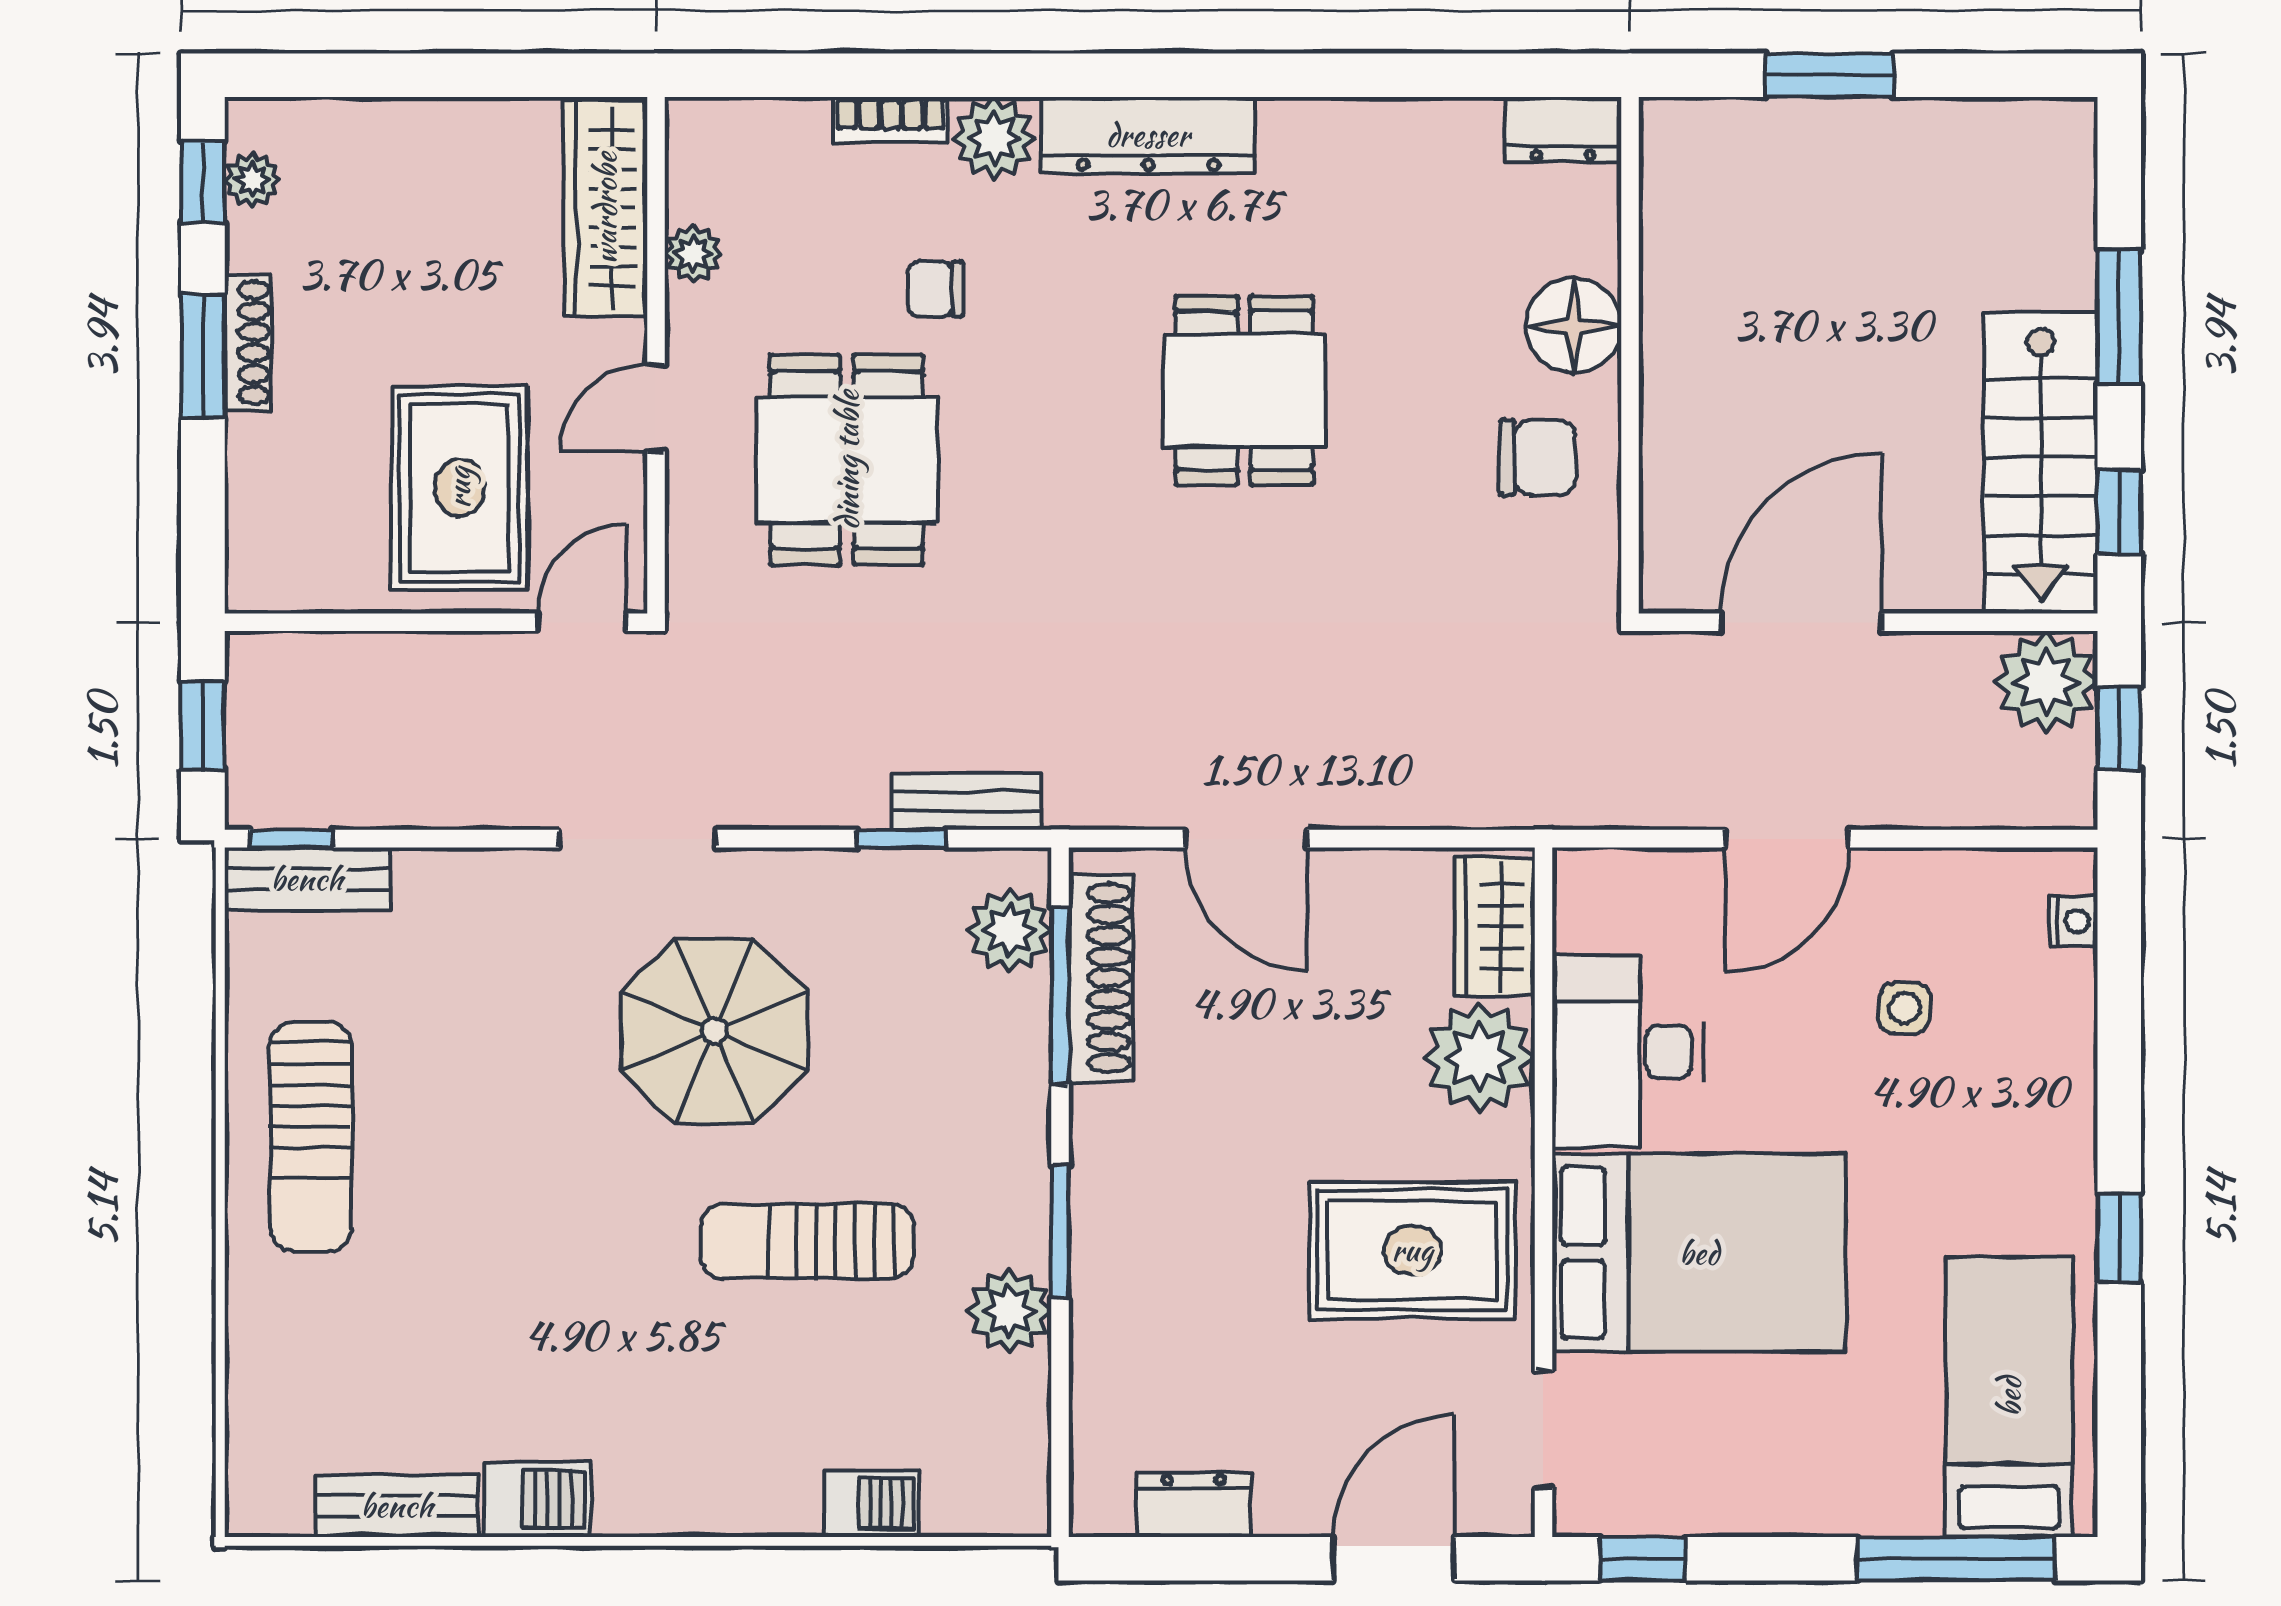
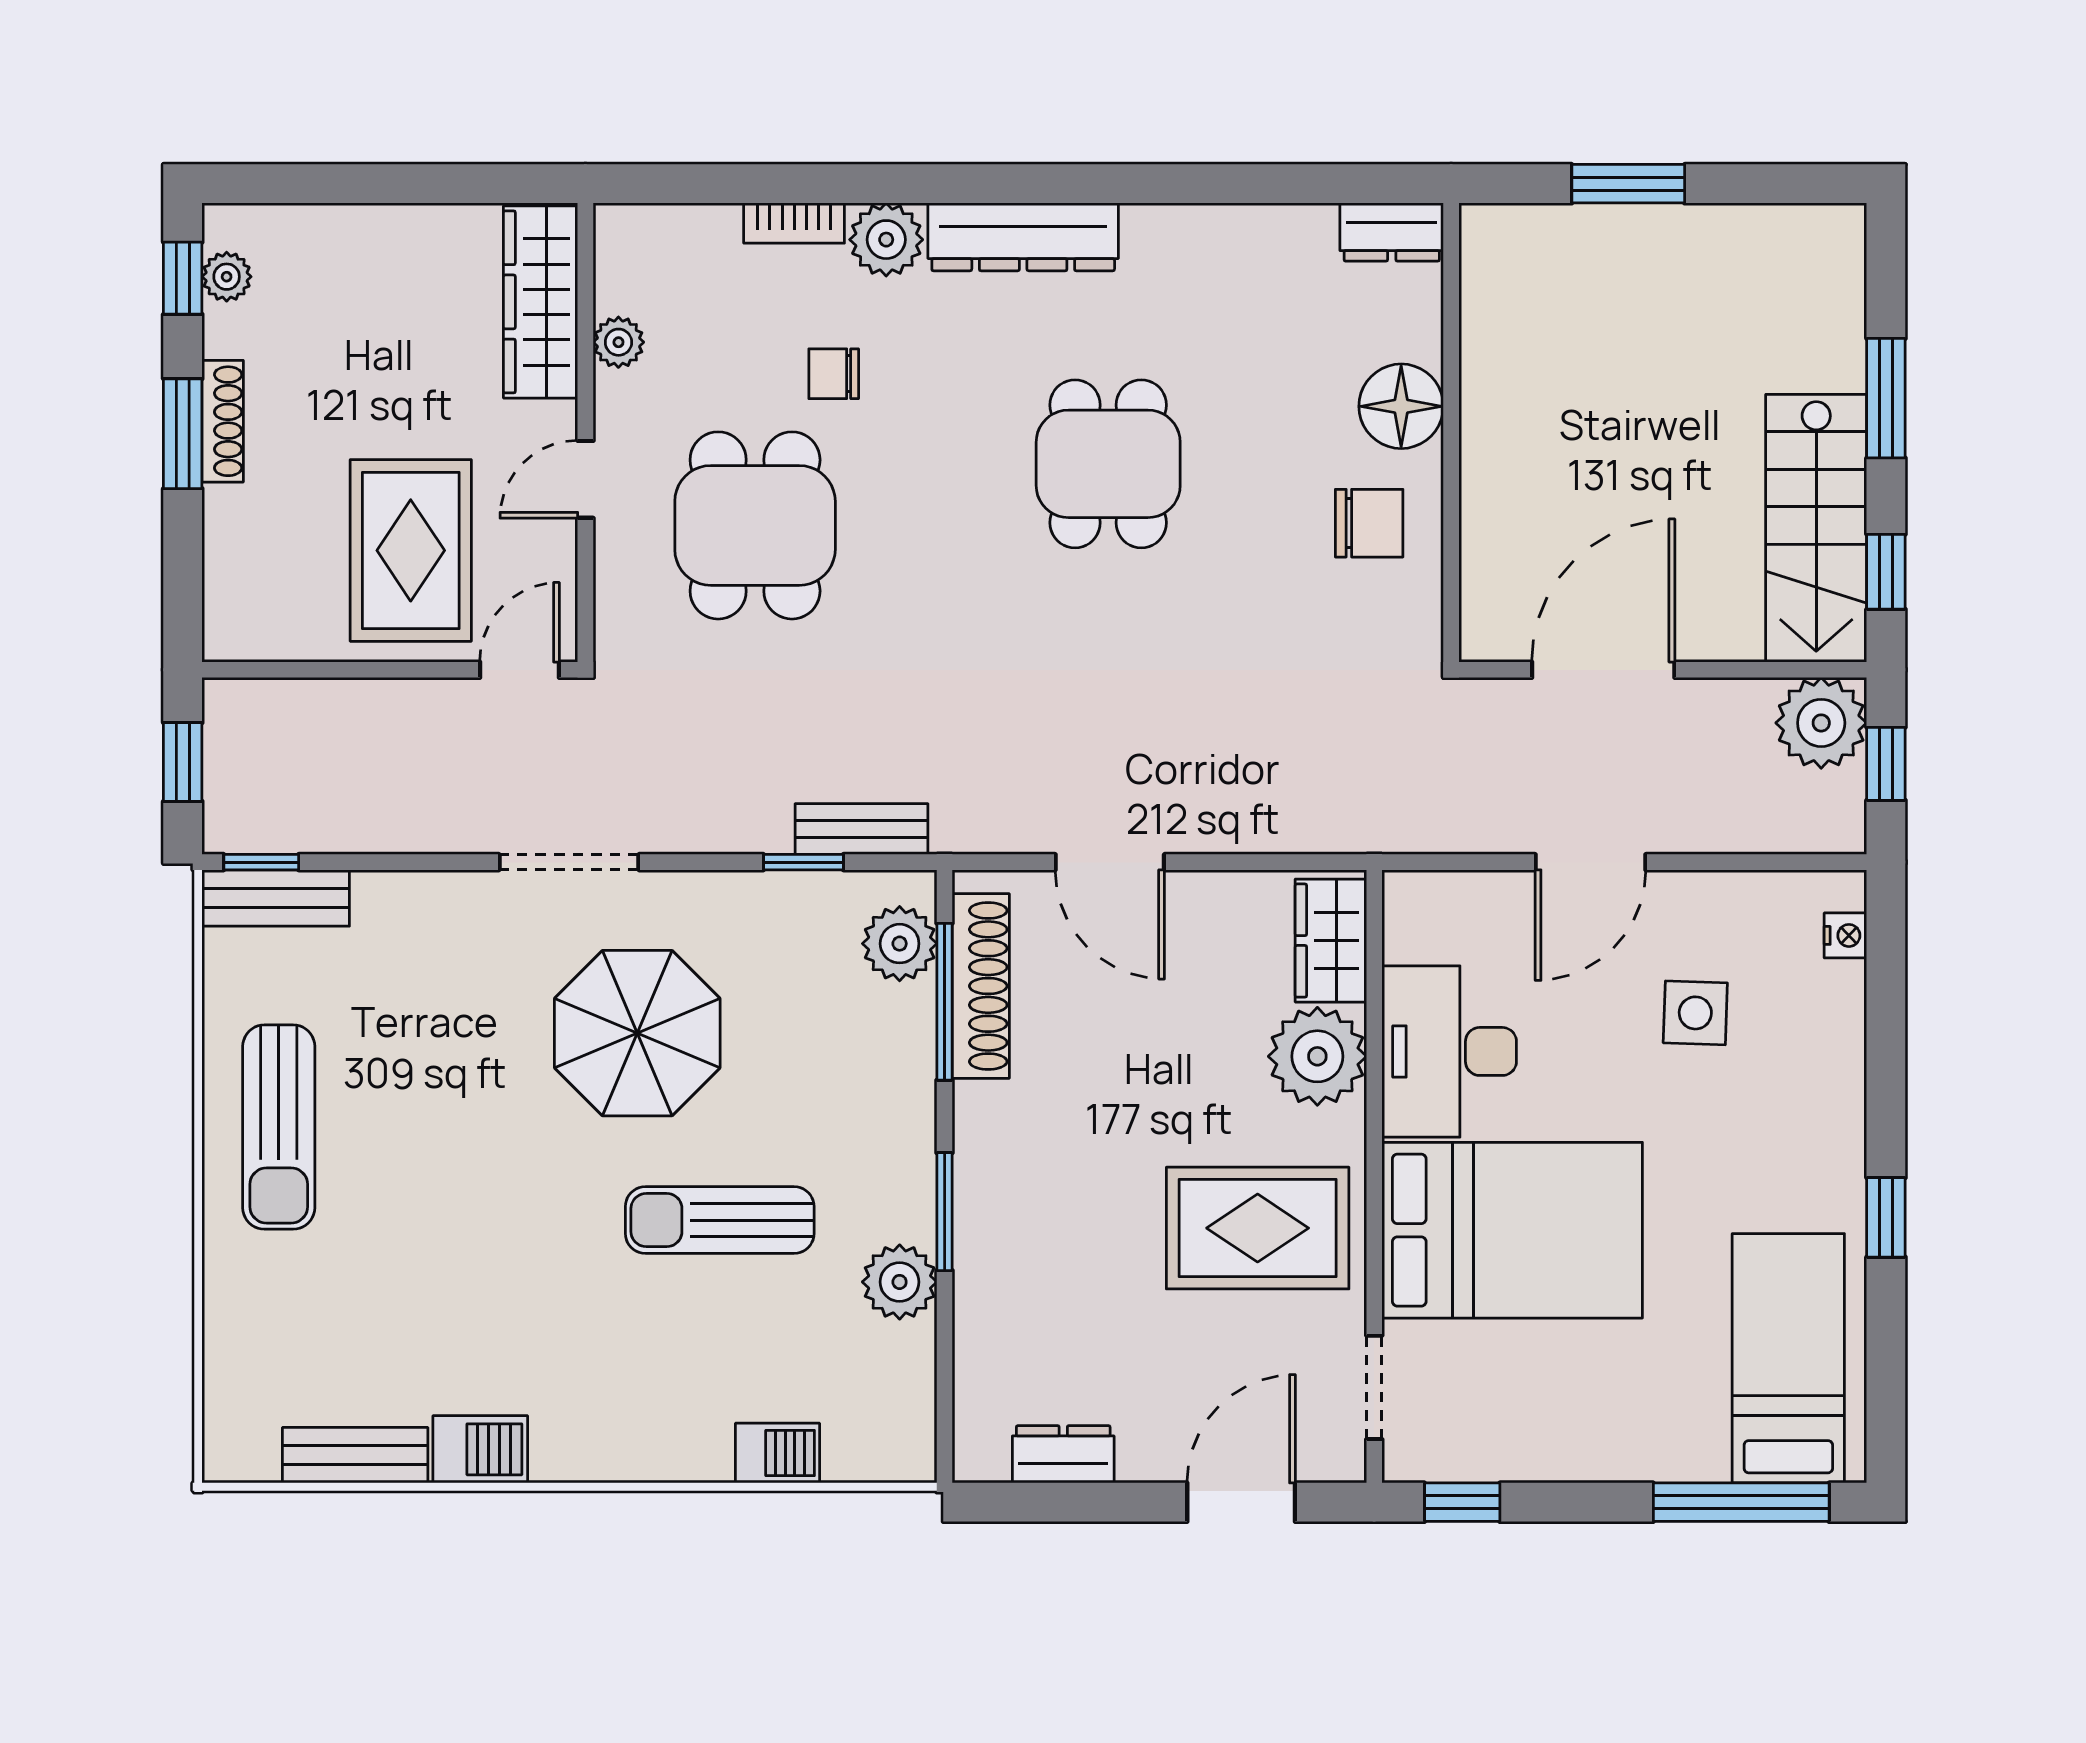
side table: (1905, 1008) -> (1695, 1013), width x1.37, depth x1.37

